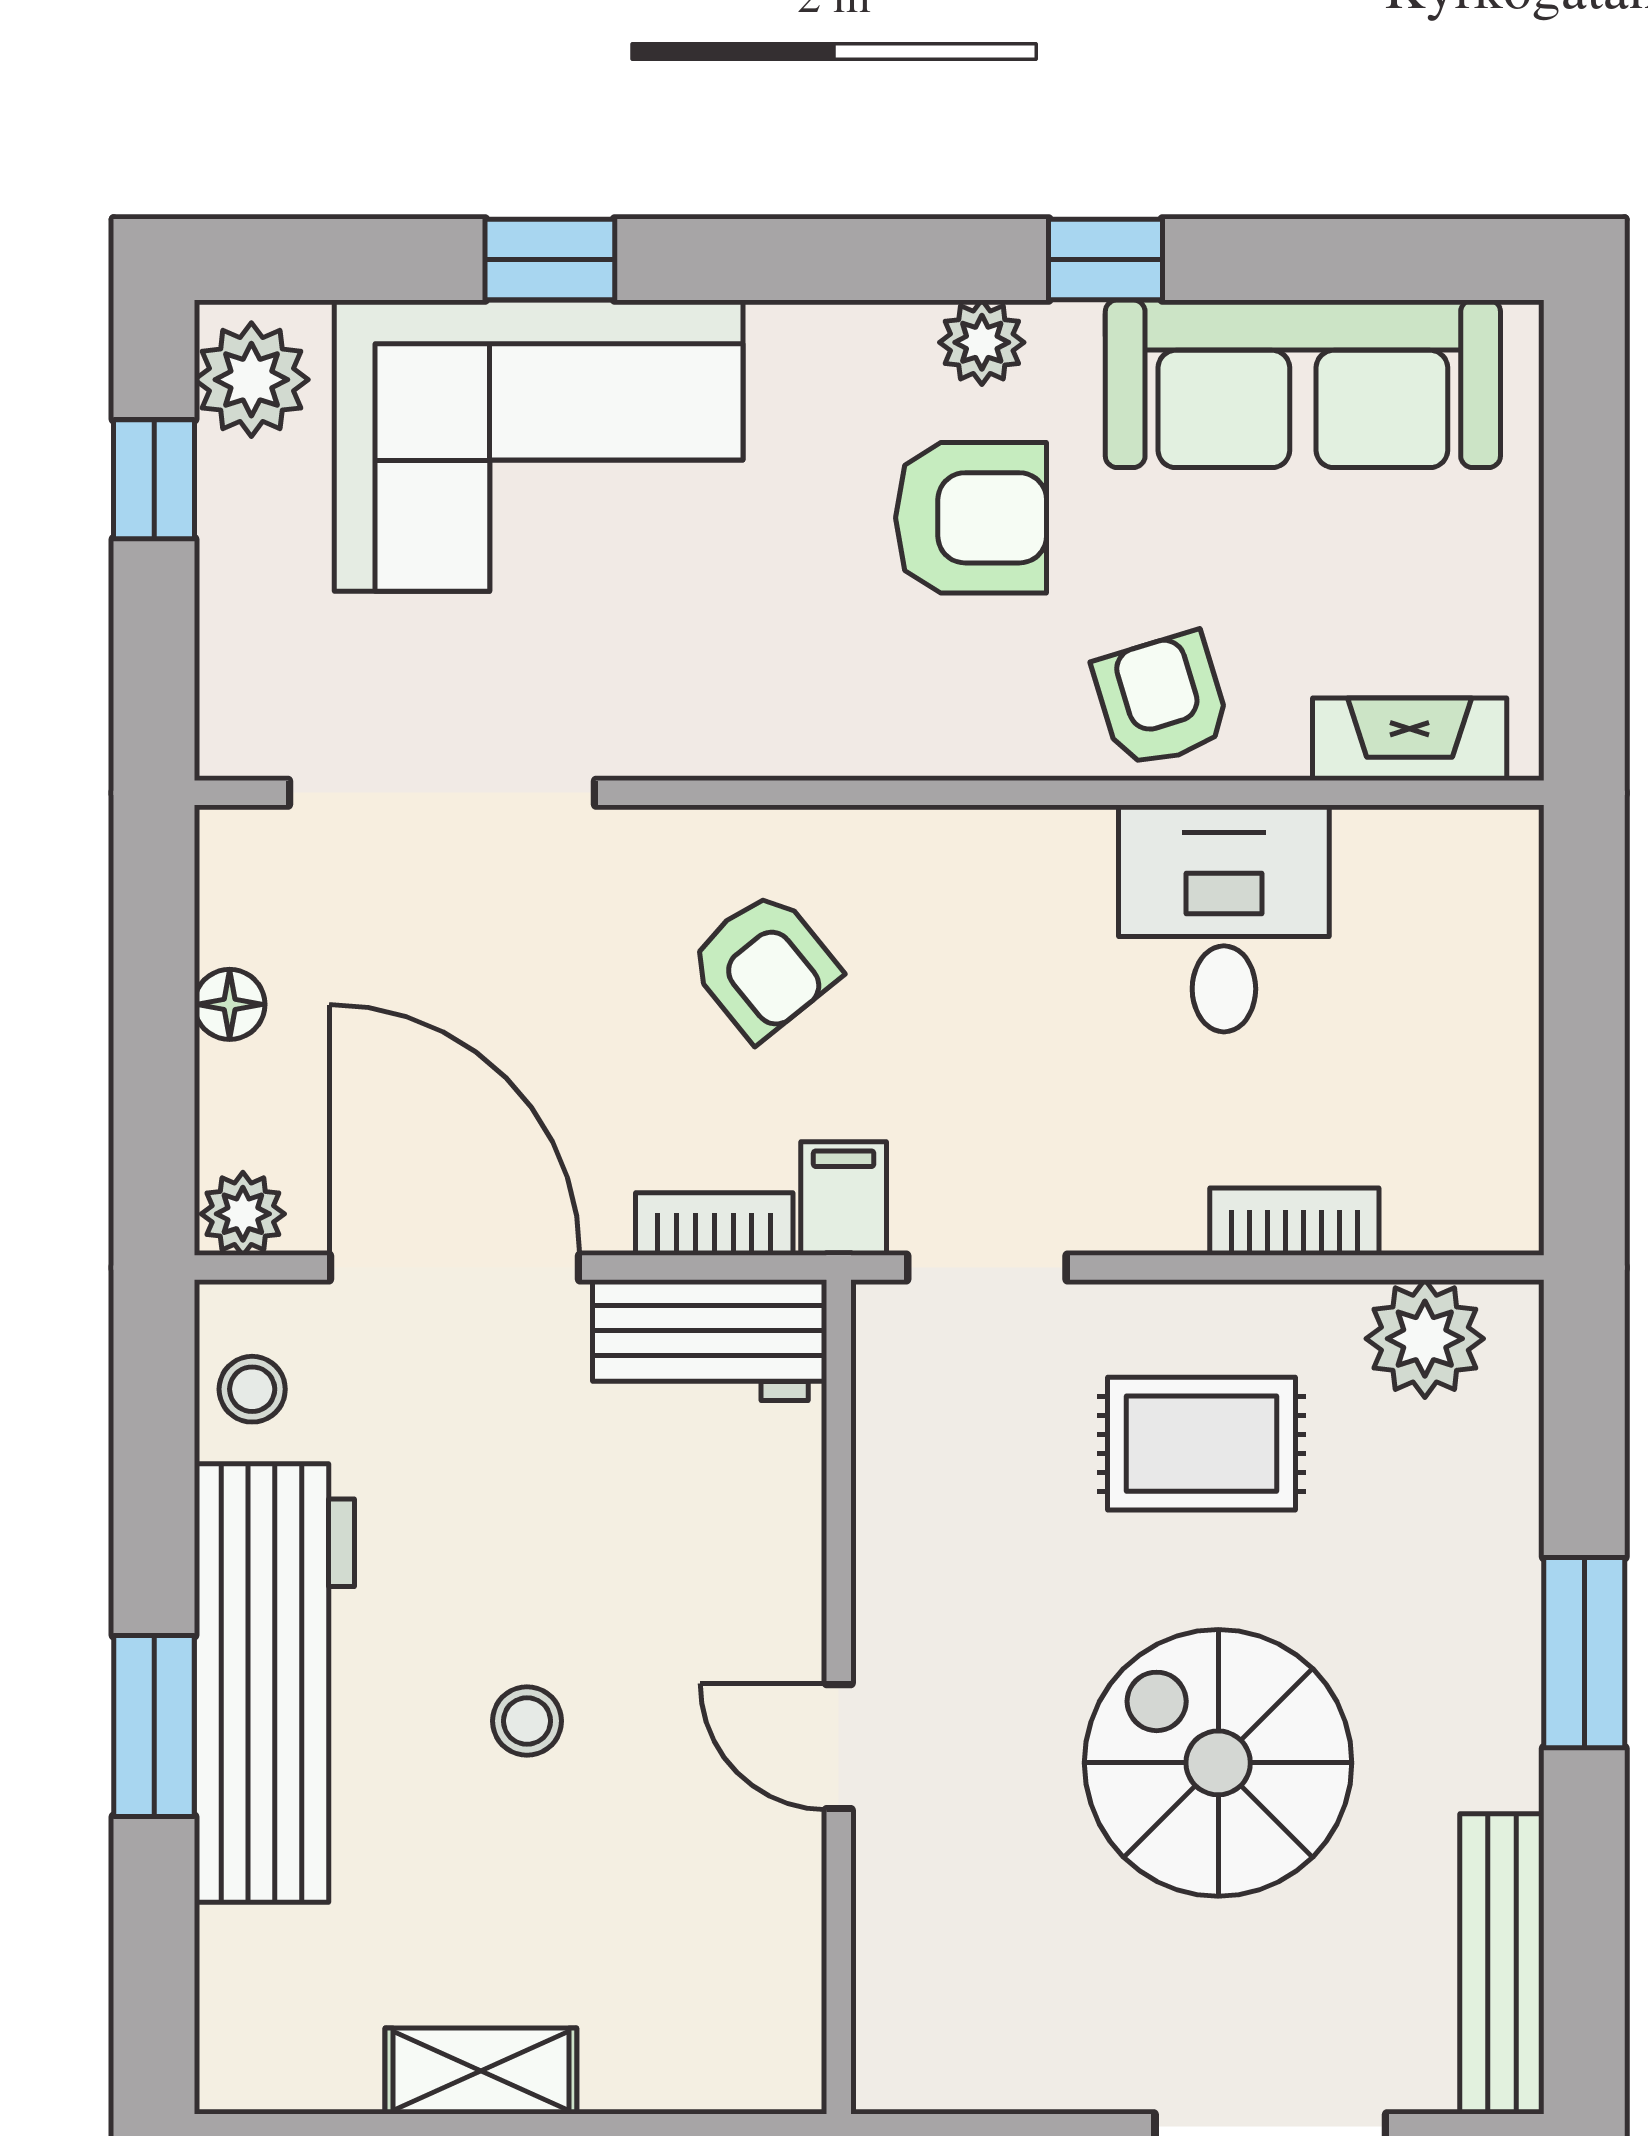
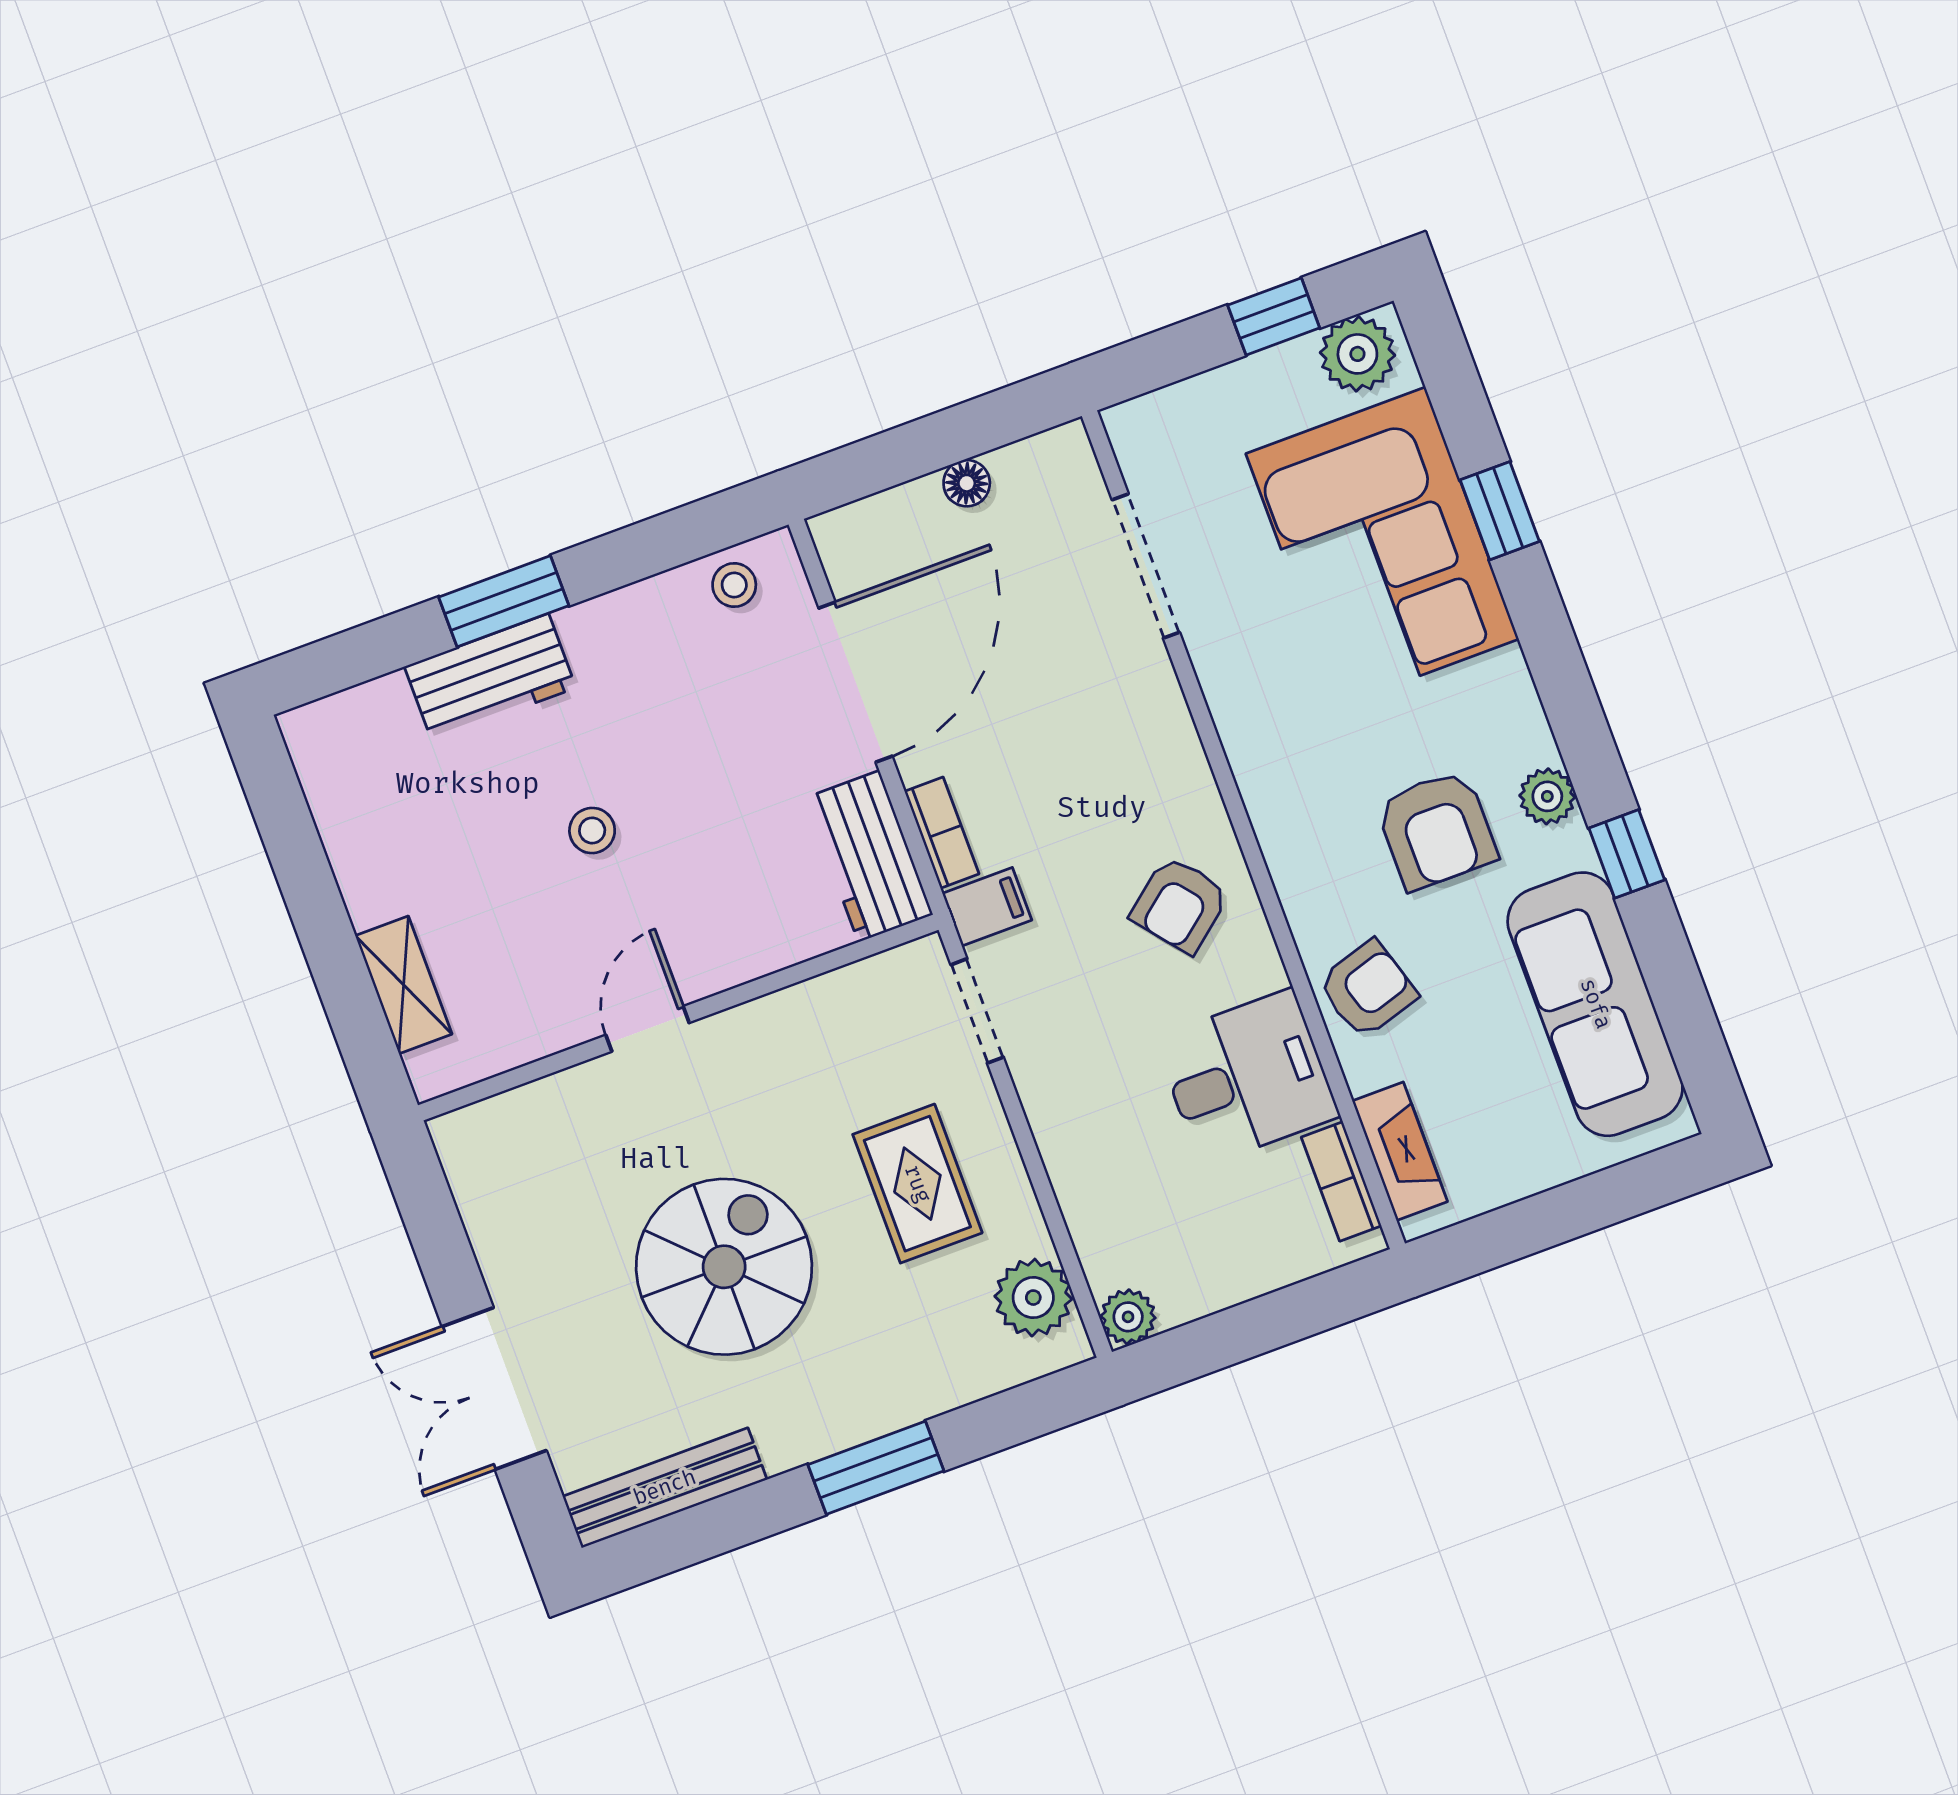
doorway: (442, 793) -> (1146, 566), width x0.73
armchair: (763, 965) -> (1180, 905), moved
plant: (243, 1214) -> (1128, 1317), moved
bookcase: (1294, 1222) -> (1341, 1181), moved, turned 180
workbench: (274, 1683) -> (490, 677), width x0.53, depth x0.76
shelving: (481, 2071) -> (404, 985), moved

